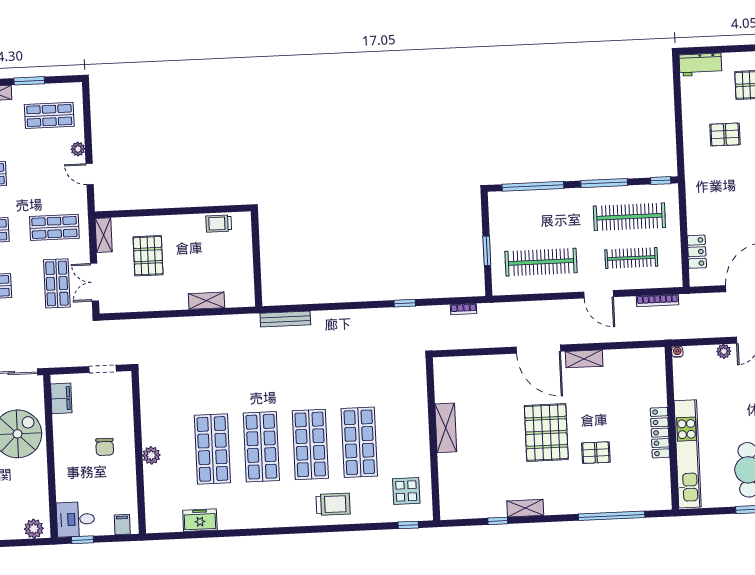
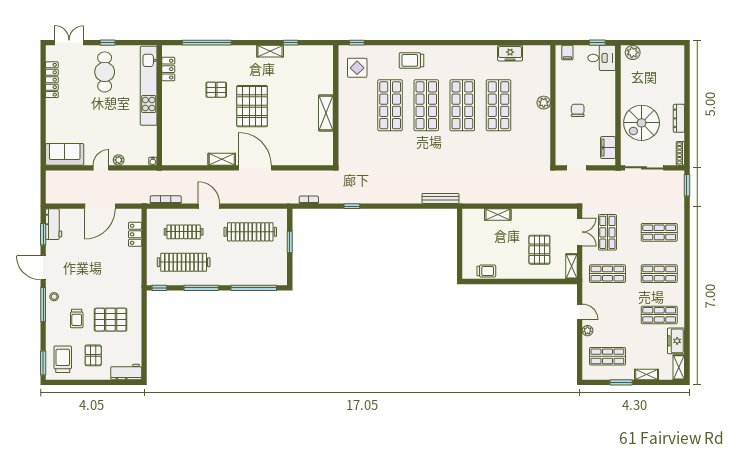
pallet: (725, 134) -> (111, 320), width x1.50, depth x1.42
locker: (660, 433) -> (168, 69), moved, width x0.66

